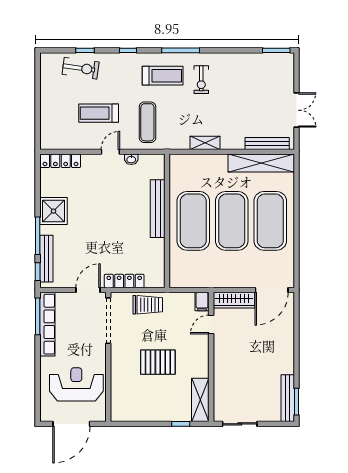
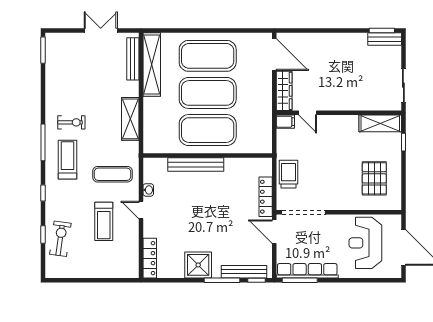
shelving: (205, 143) -> (130, 119), width x1.50, depth x1.33
pallet: (158, 362) -> (374, 178), moved
bench: (288, 398) -> (385, 39), width x0.73

